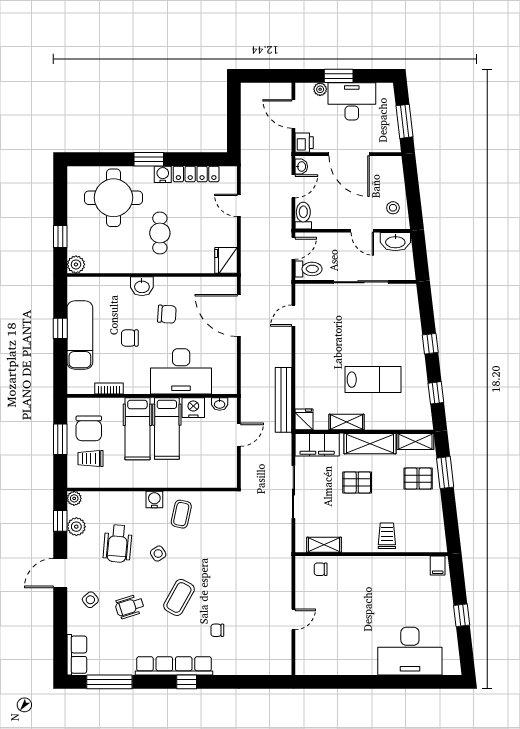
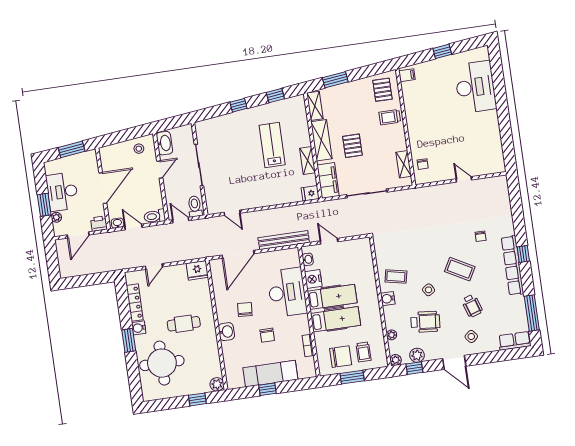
bench: (284, 400) -> (284, 240), moved
pallet: (418, 479) -> (382, 90), moved
plant: (107, 498) -> (392, 335), added

